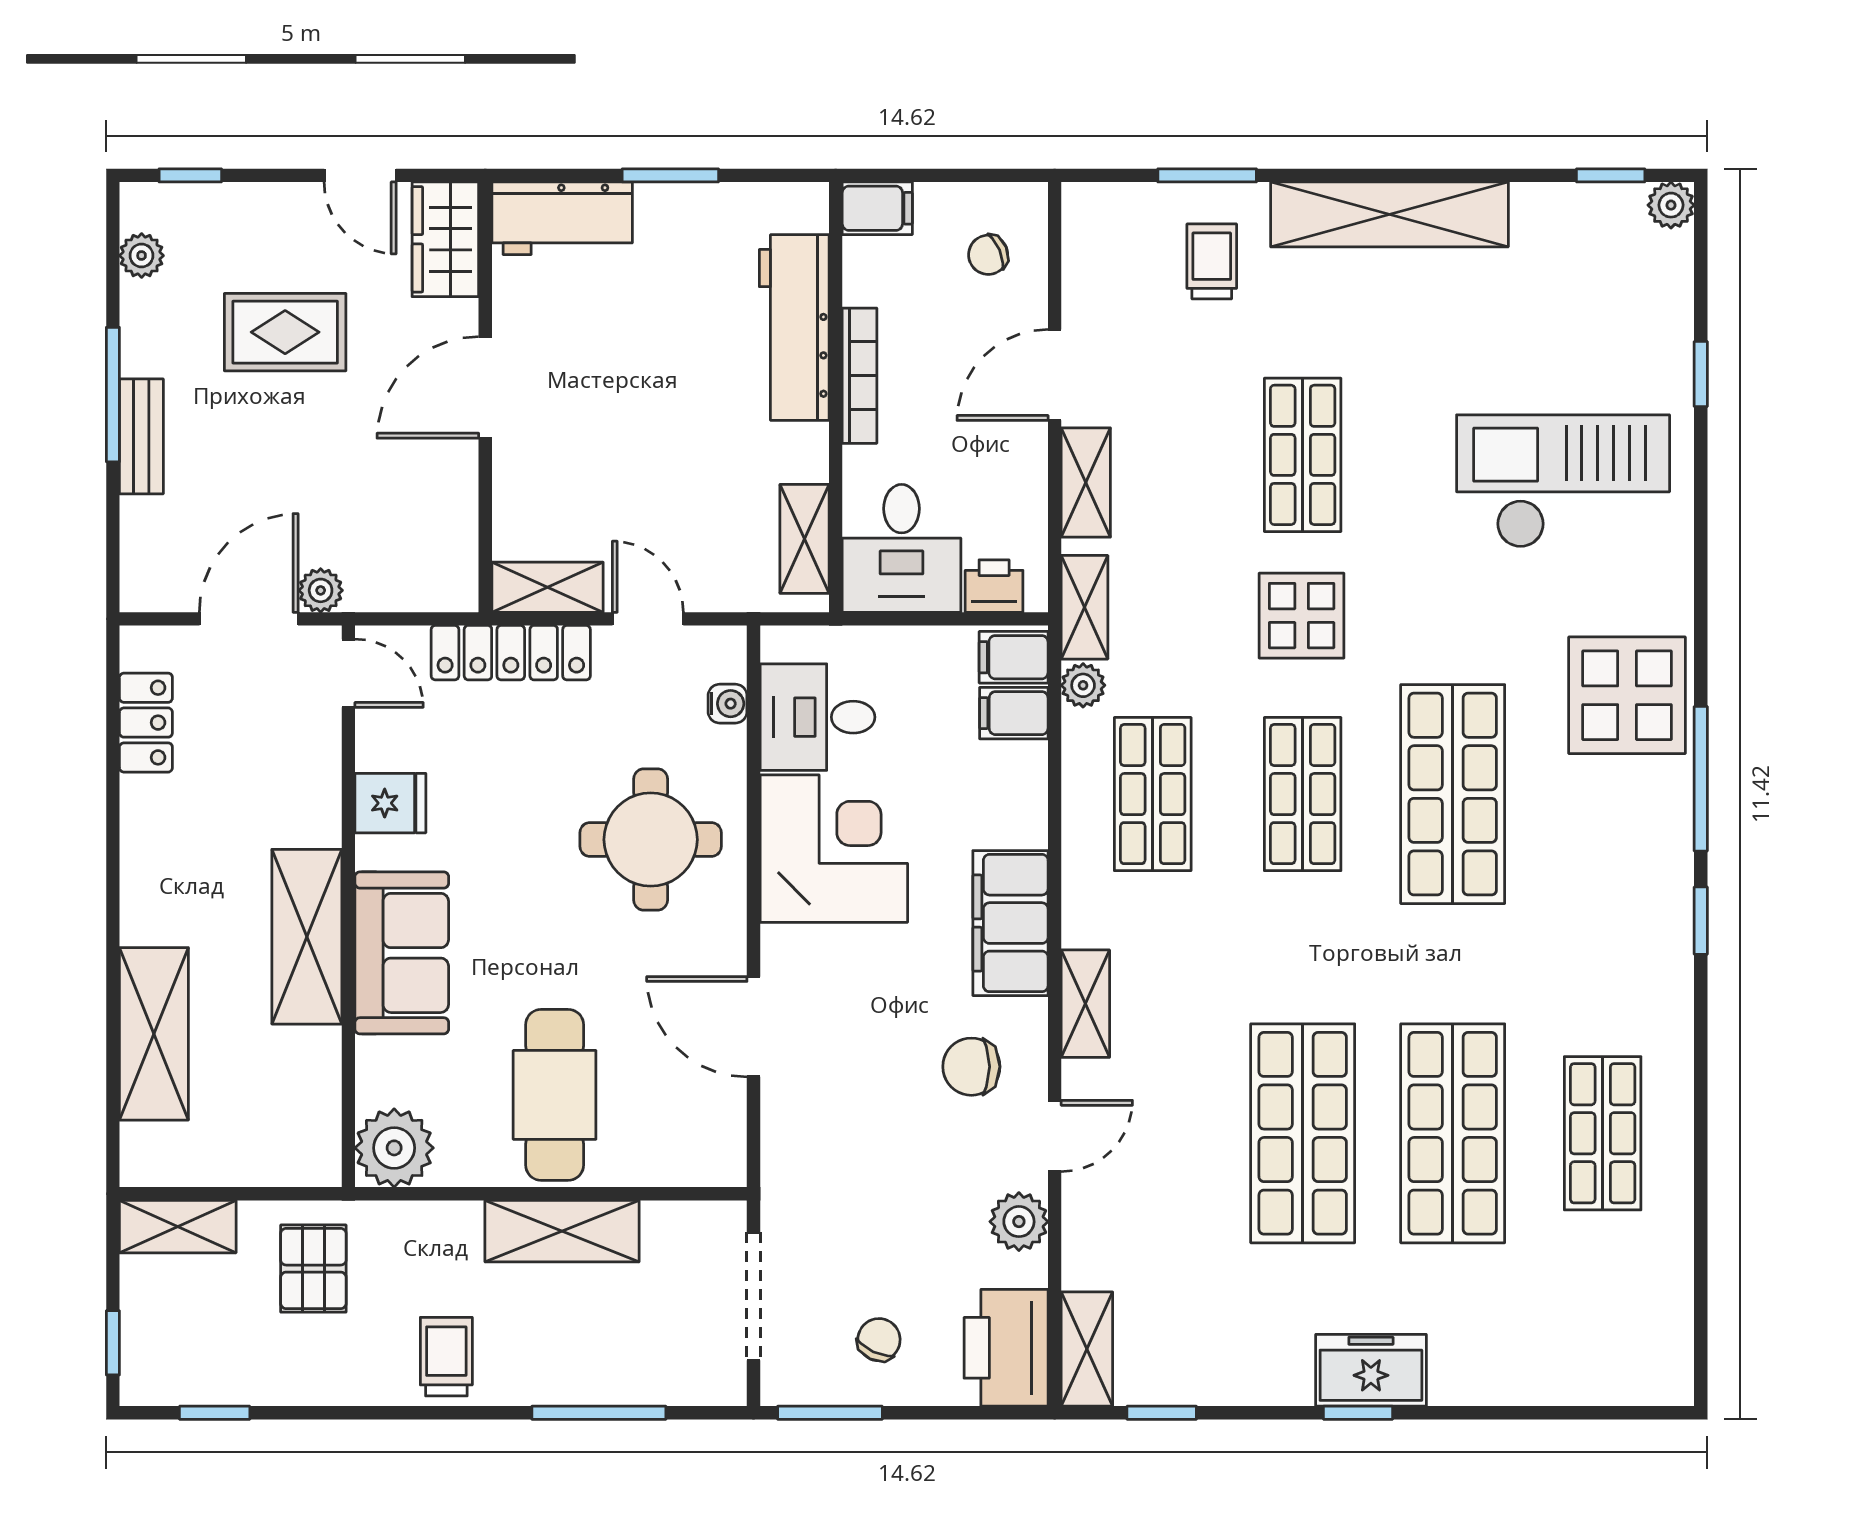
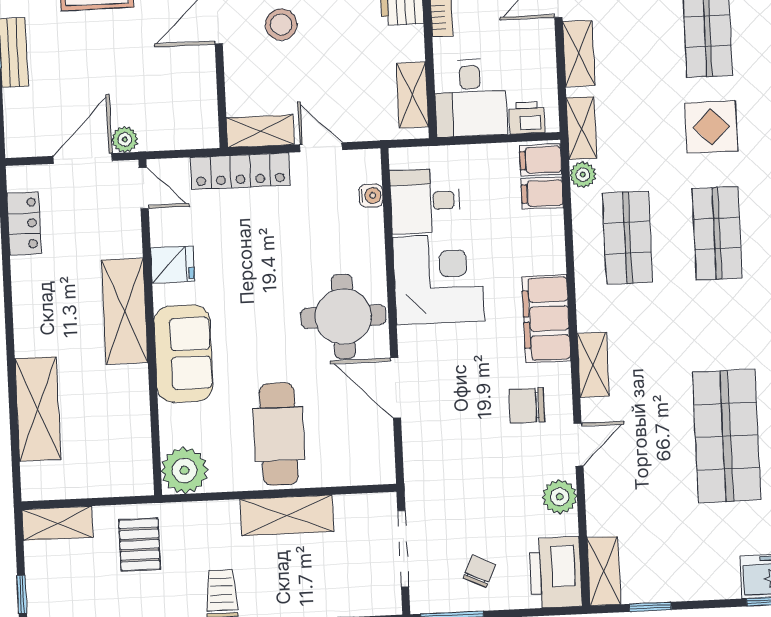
stool: (591, 411) -> (281, 25), added
round table: (651, 840) -> (343, 317), moved
shelving: (307, 937) -> (125, 311), moved

